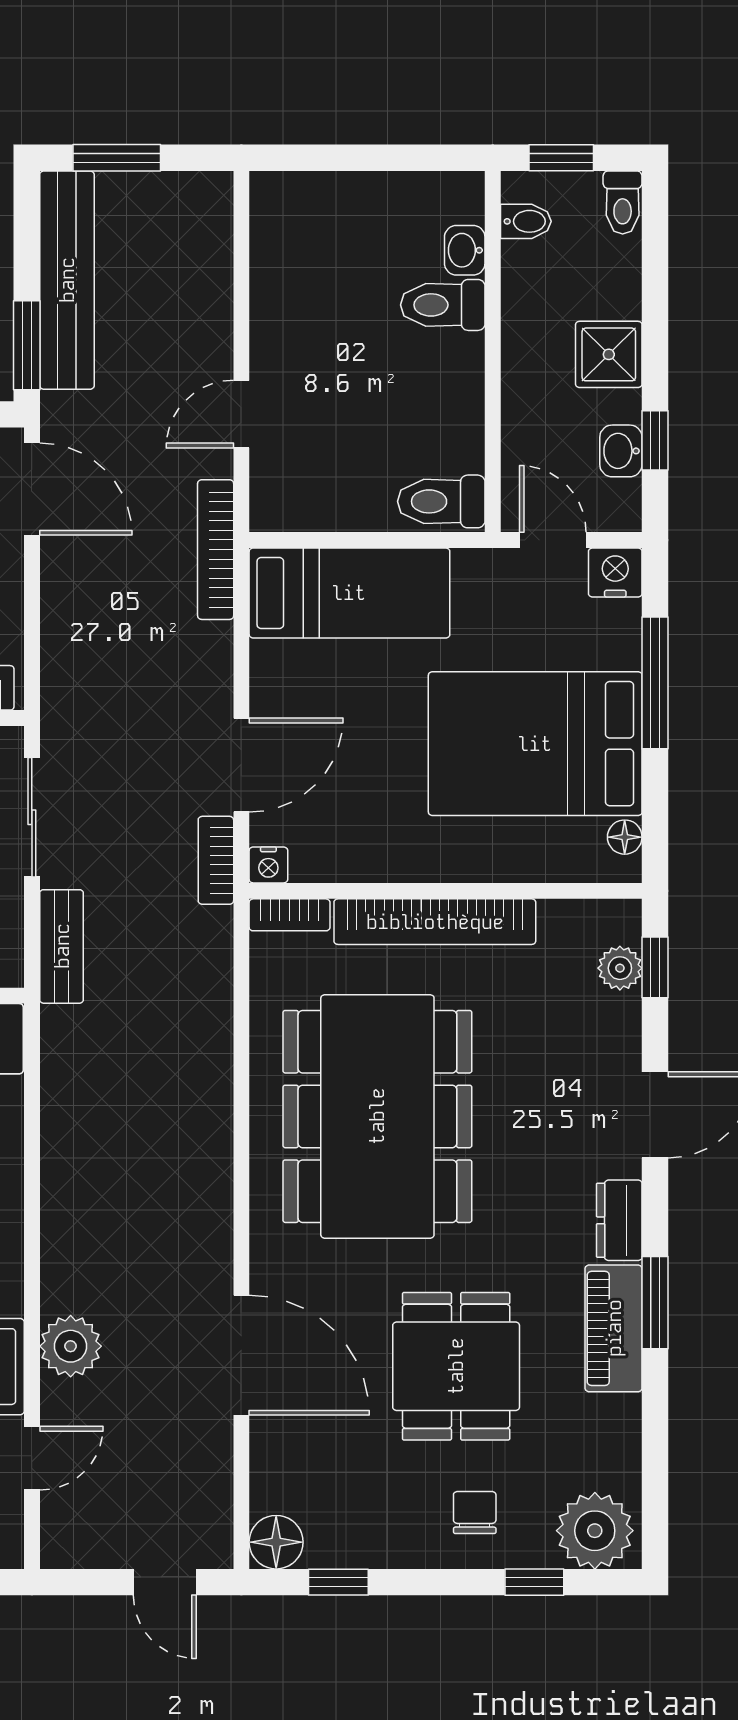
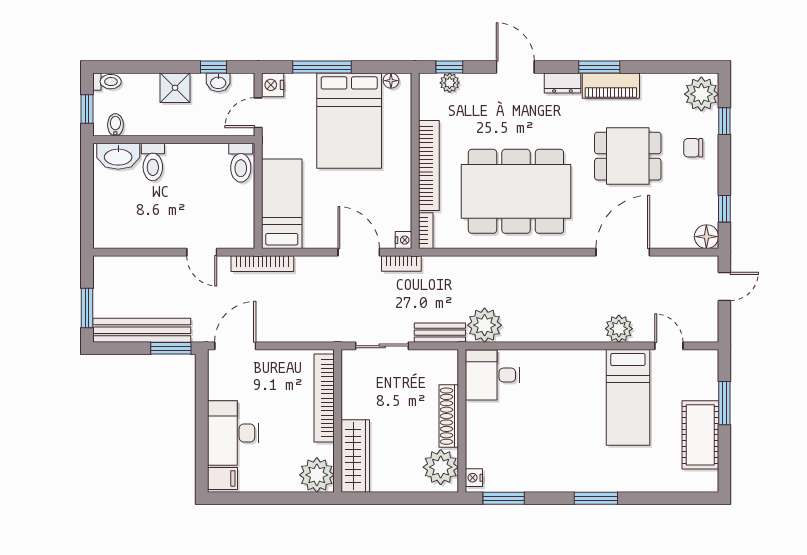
washbasin: (465, 250) -> (118, 156), width x1.91, depth x1.45
plant: (78, 1046) -> (485, 325), added

